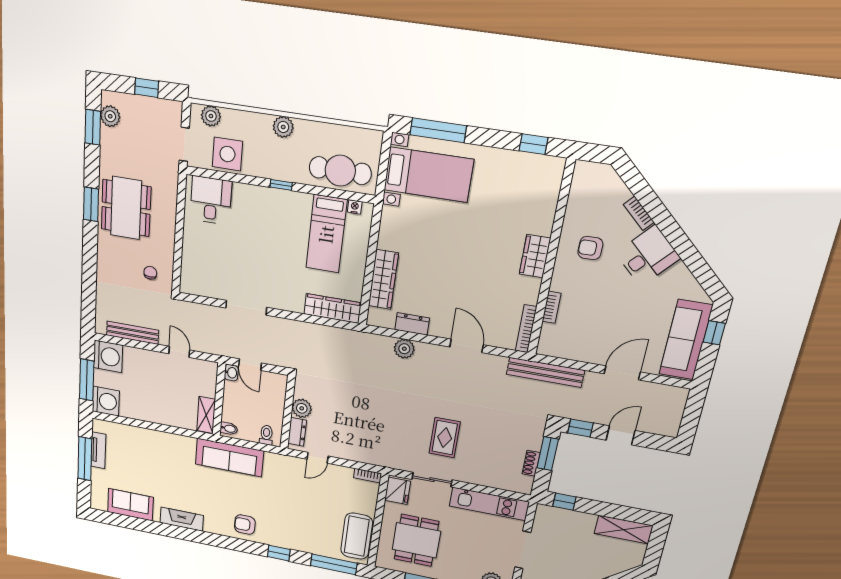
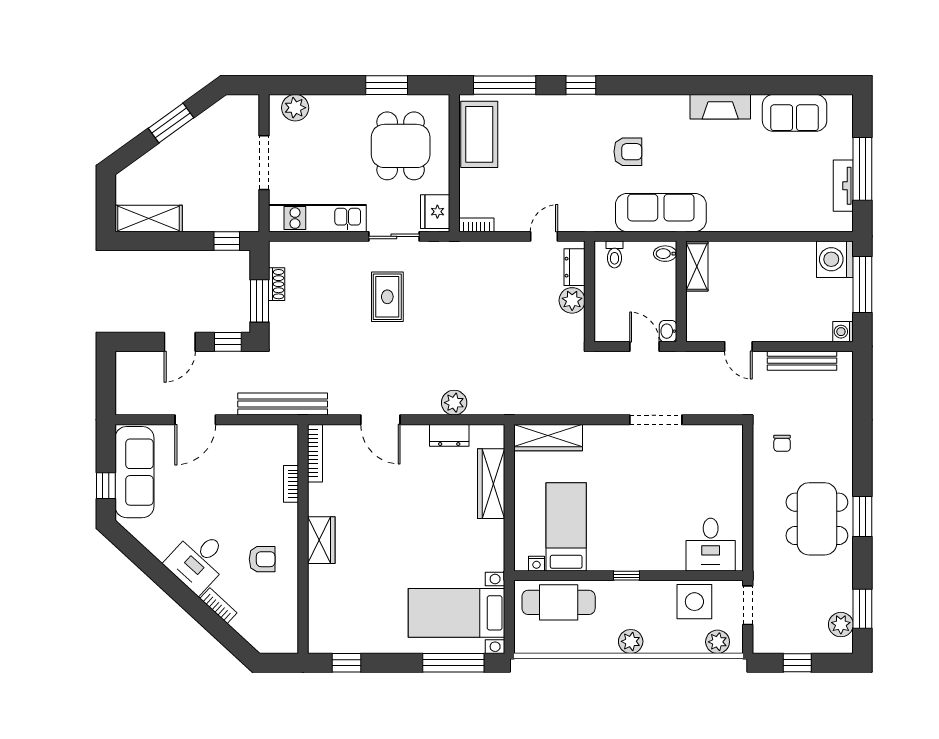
washing machine: (108, 356) -> (843, 332), width x0.53, depth x0.53
armchair: (245, 525) -> (628, 152), moved

